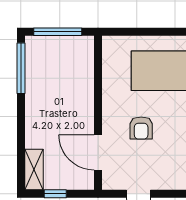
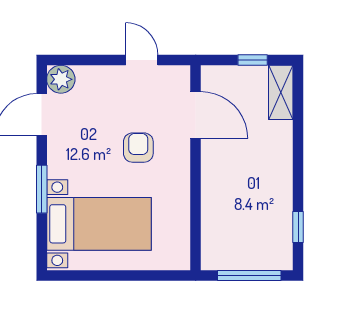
window: (21, 68) -> (298, 227), width x0.46

